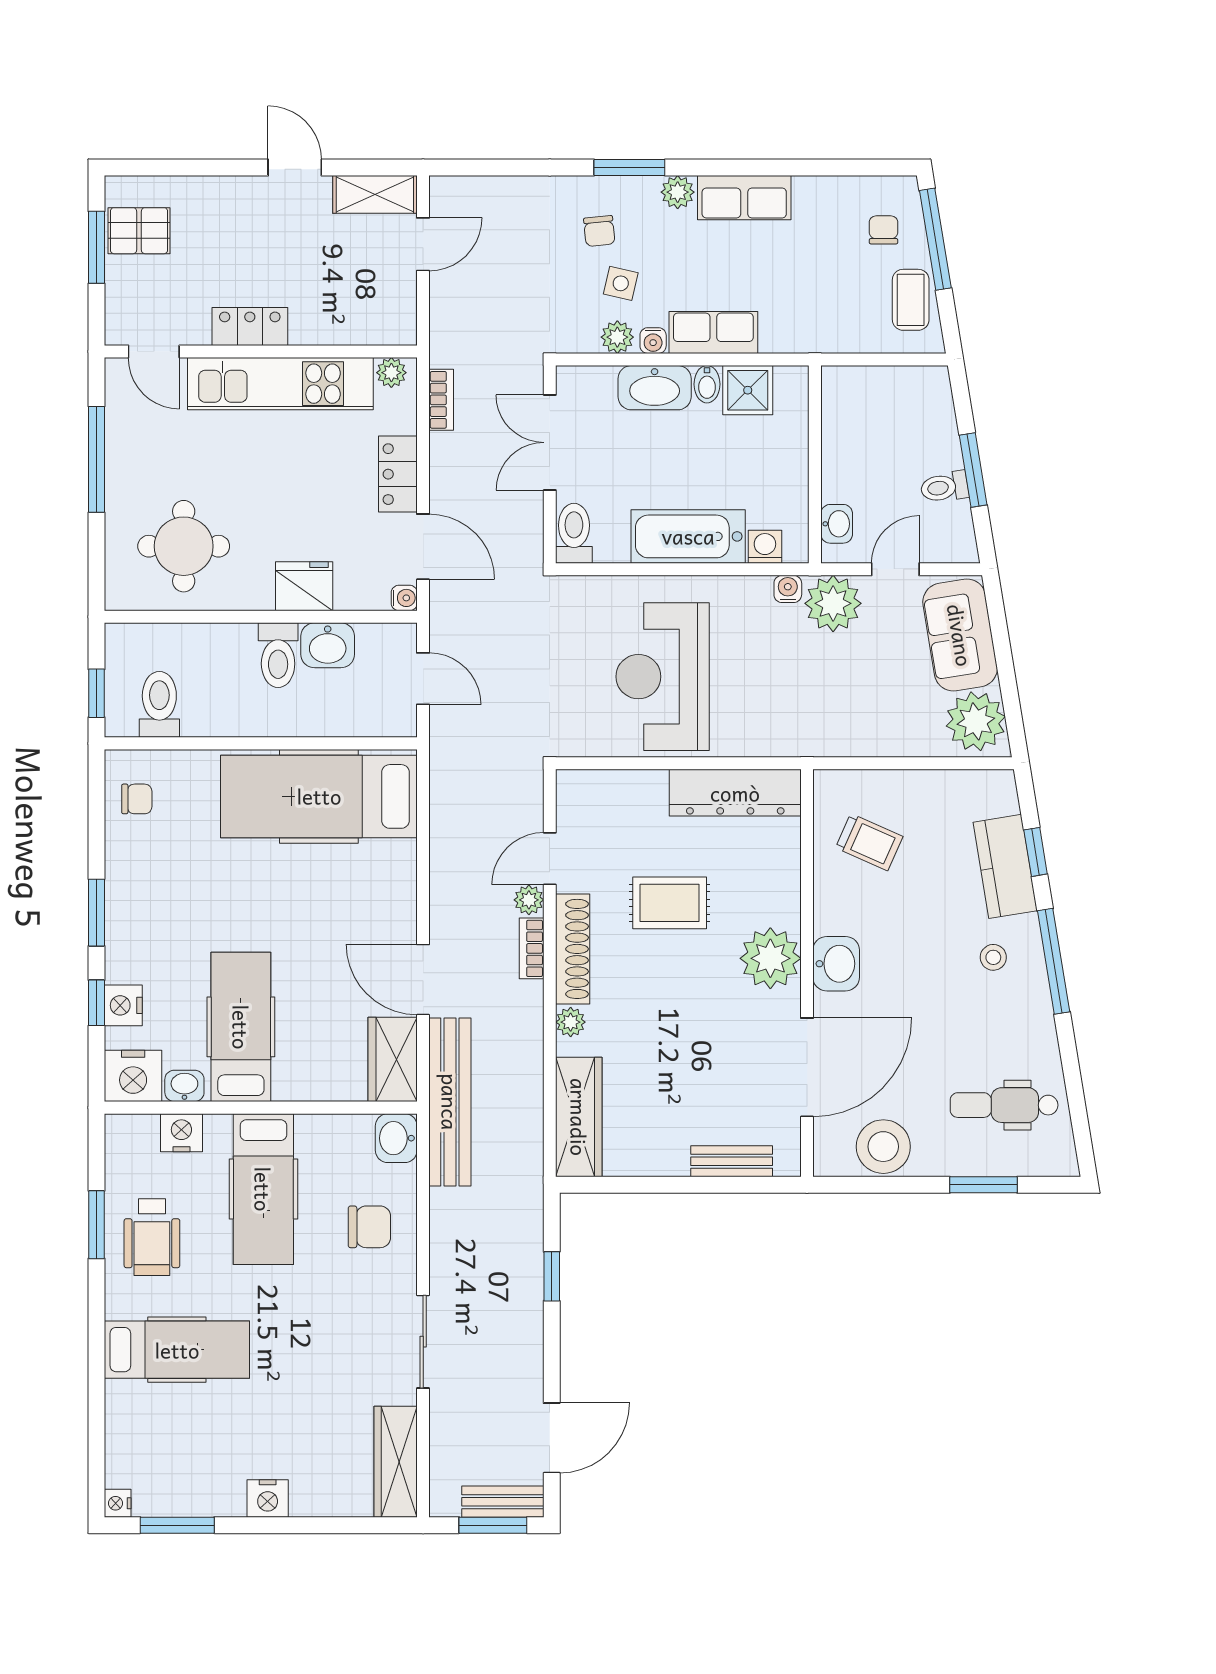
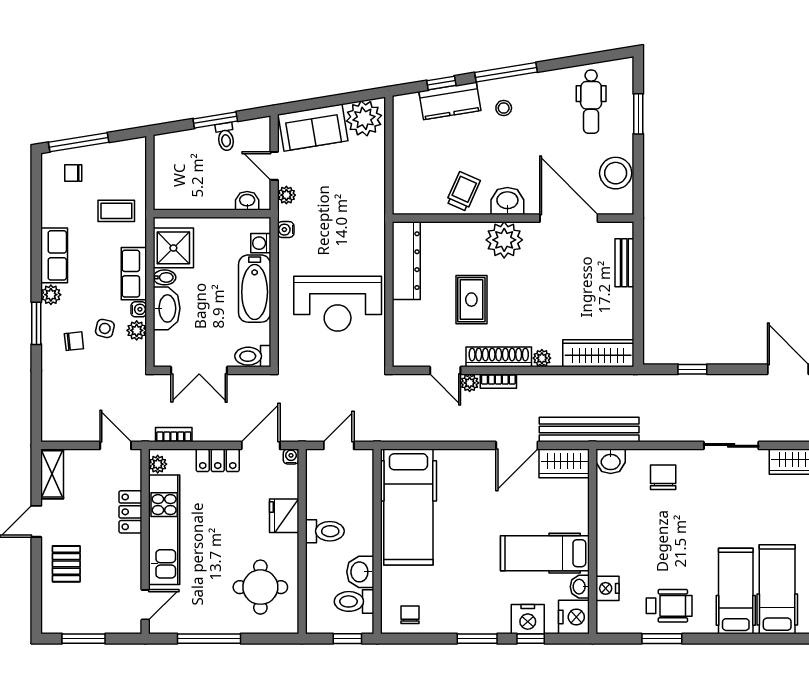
pallet: (139, 231) -> (66, 564), moved
door: (423, 244) -> (116, 445), moved
coffee table: (911, 300) -> (116, 211), moved
locker: (250, 327) -> (130, 512), moved
shower: (748, 390) -> (173, 248), width x1.36, depth x1.36
plant: (833, 603) -> (286, 195), width x0.53, depth x0.53
washbasin: (328, 645) -> (360, 572), moved, turned 180
trolley: (869, 842) -> (463, 191), moved
nightstand: (123, 1005) -> (528, 619), width x1.36, depth x1.33
hospital bed: (263, 1189) -> (777, 589), moved, turned -90

